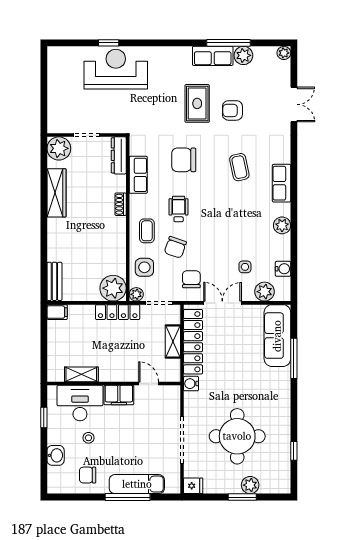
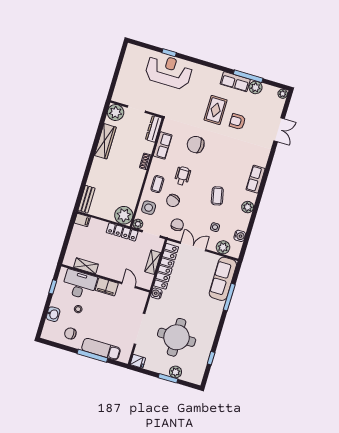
coffee table: (239, 167) -> (217, 196), moved

